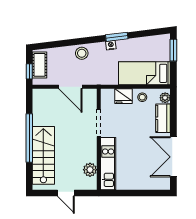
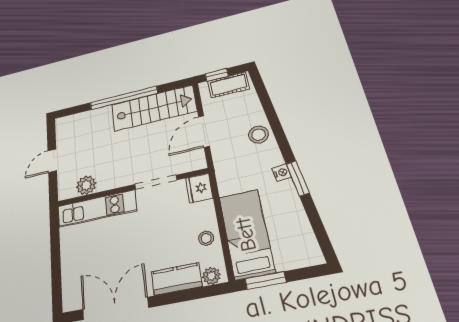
window: (173, 50) -> (266, 281), moved
fridge: (124, 96) -> (199, 188), moved
stairs: (43, 155) -> (154, 108), moved

